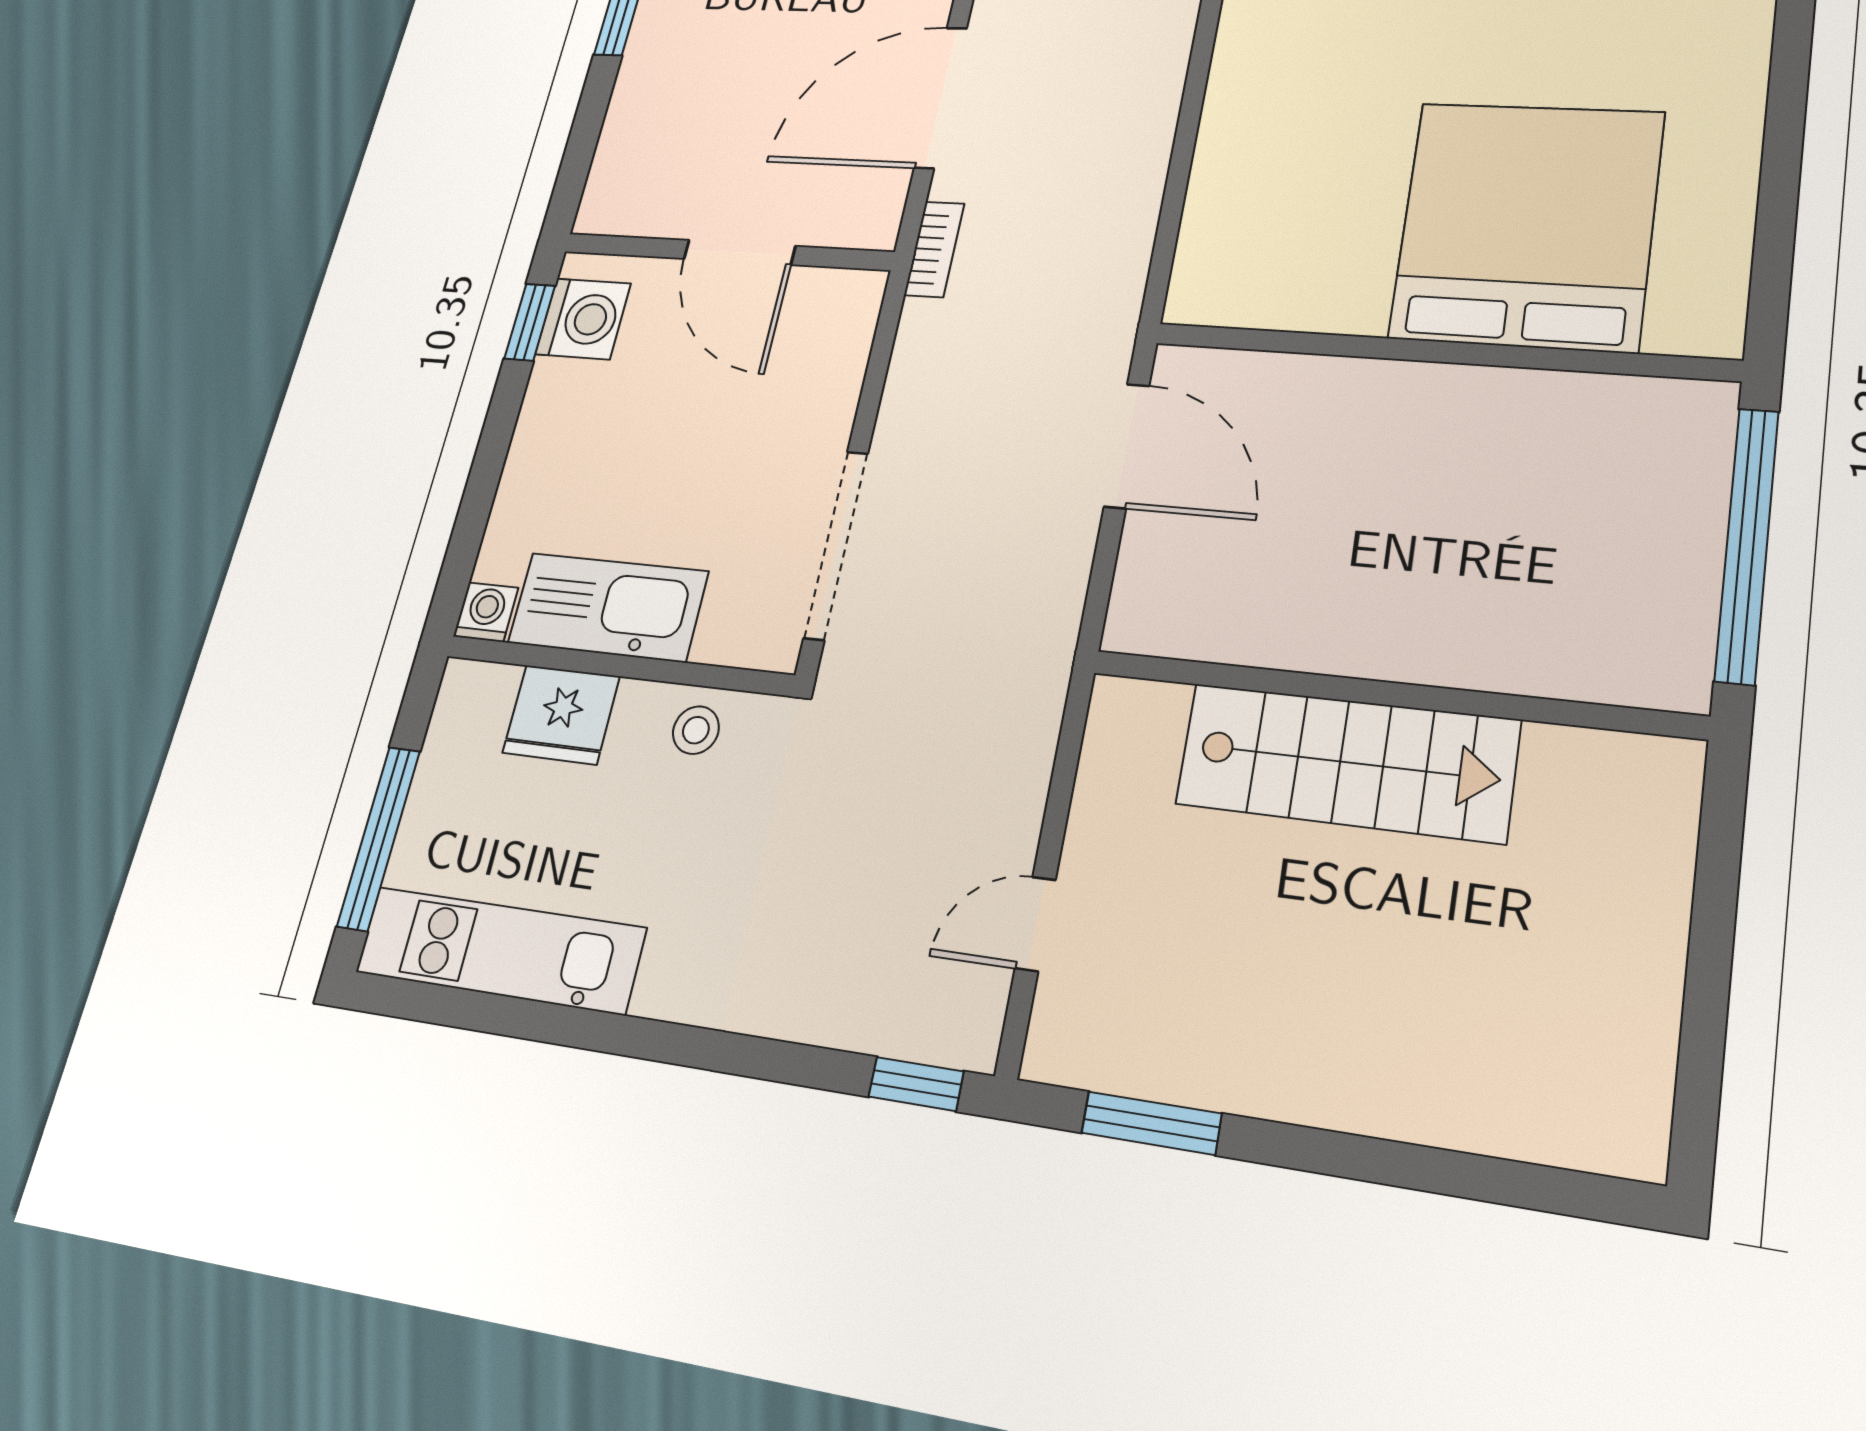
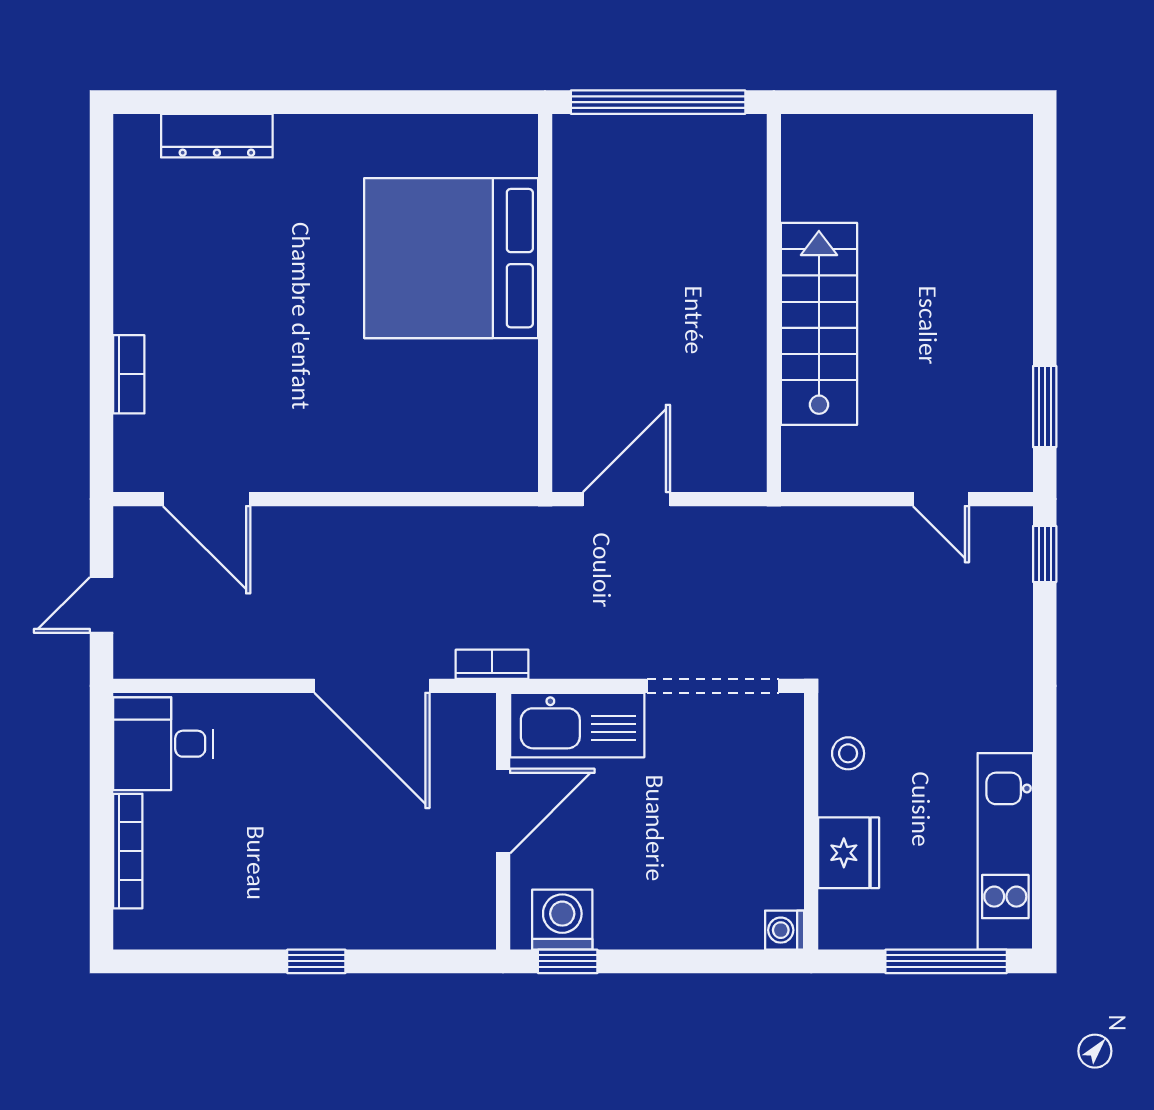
kitchen sink: (608, 607) -> (577, 725), moved, turned -90

